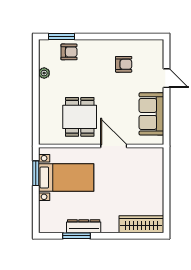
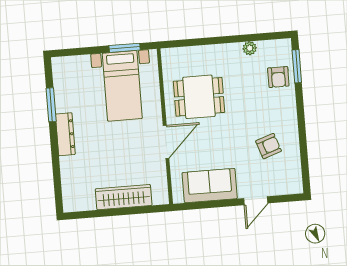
armchair: (124, 64) -> (269, 146), turned -109
wardrobe: (141, 224) -> (124, 197), moved, turned -90
dresser: (84, 226) -> (65, 134), moved

